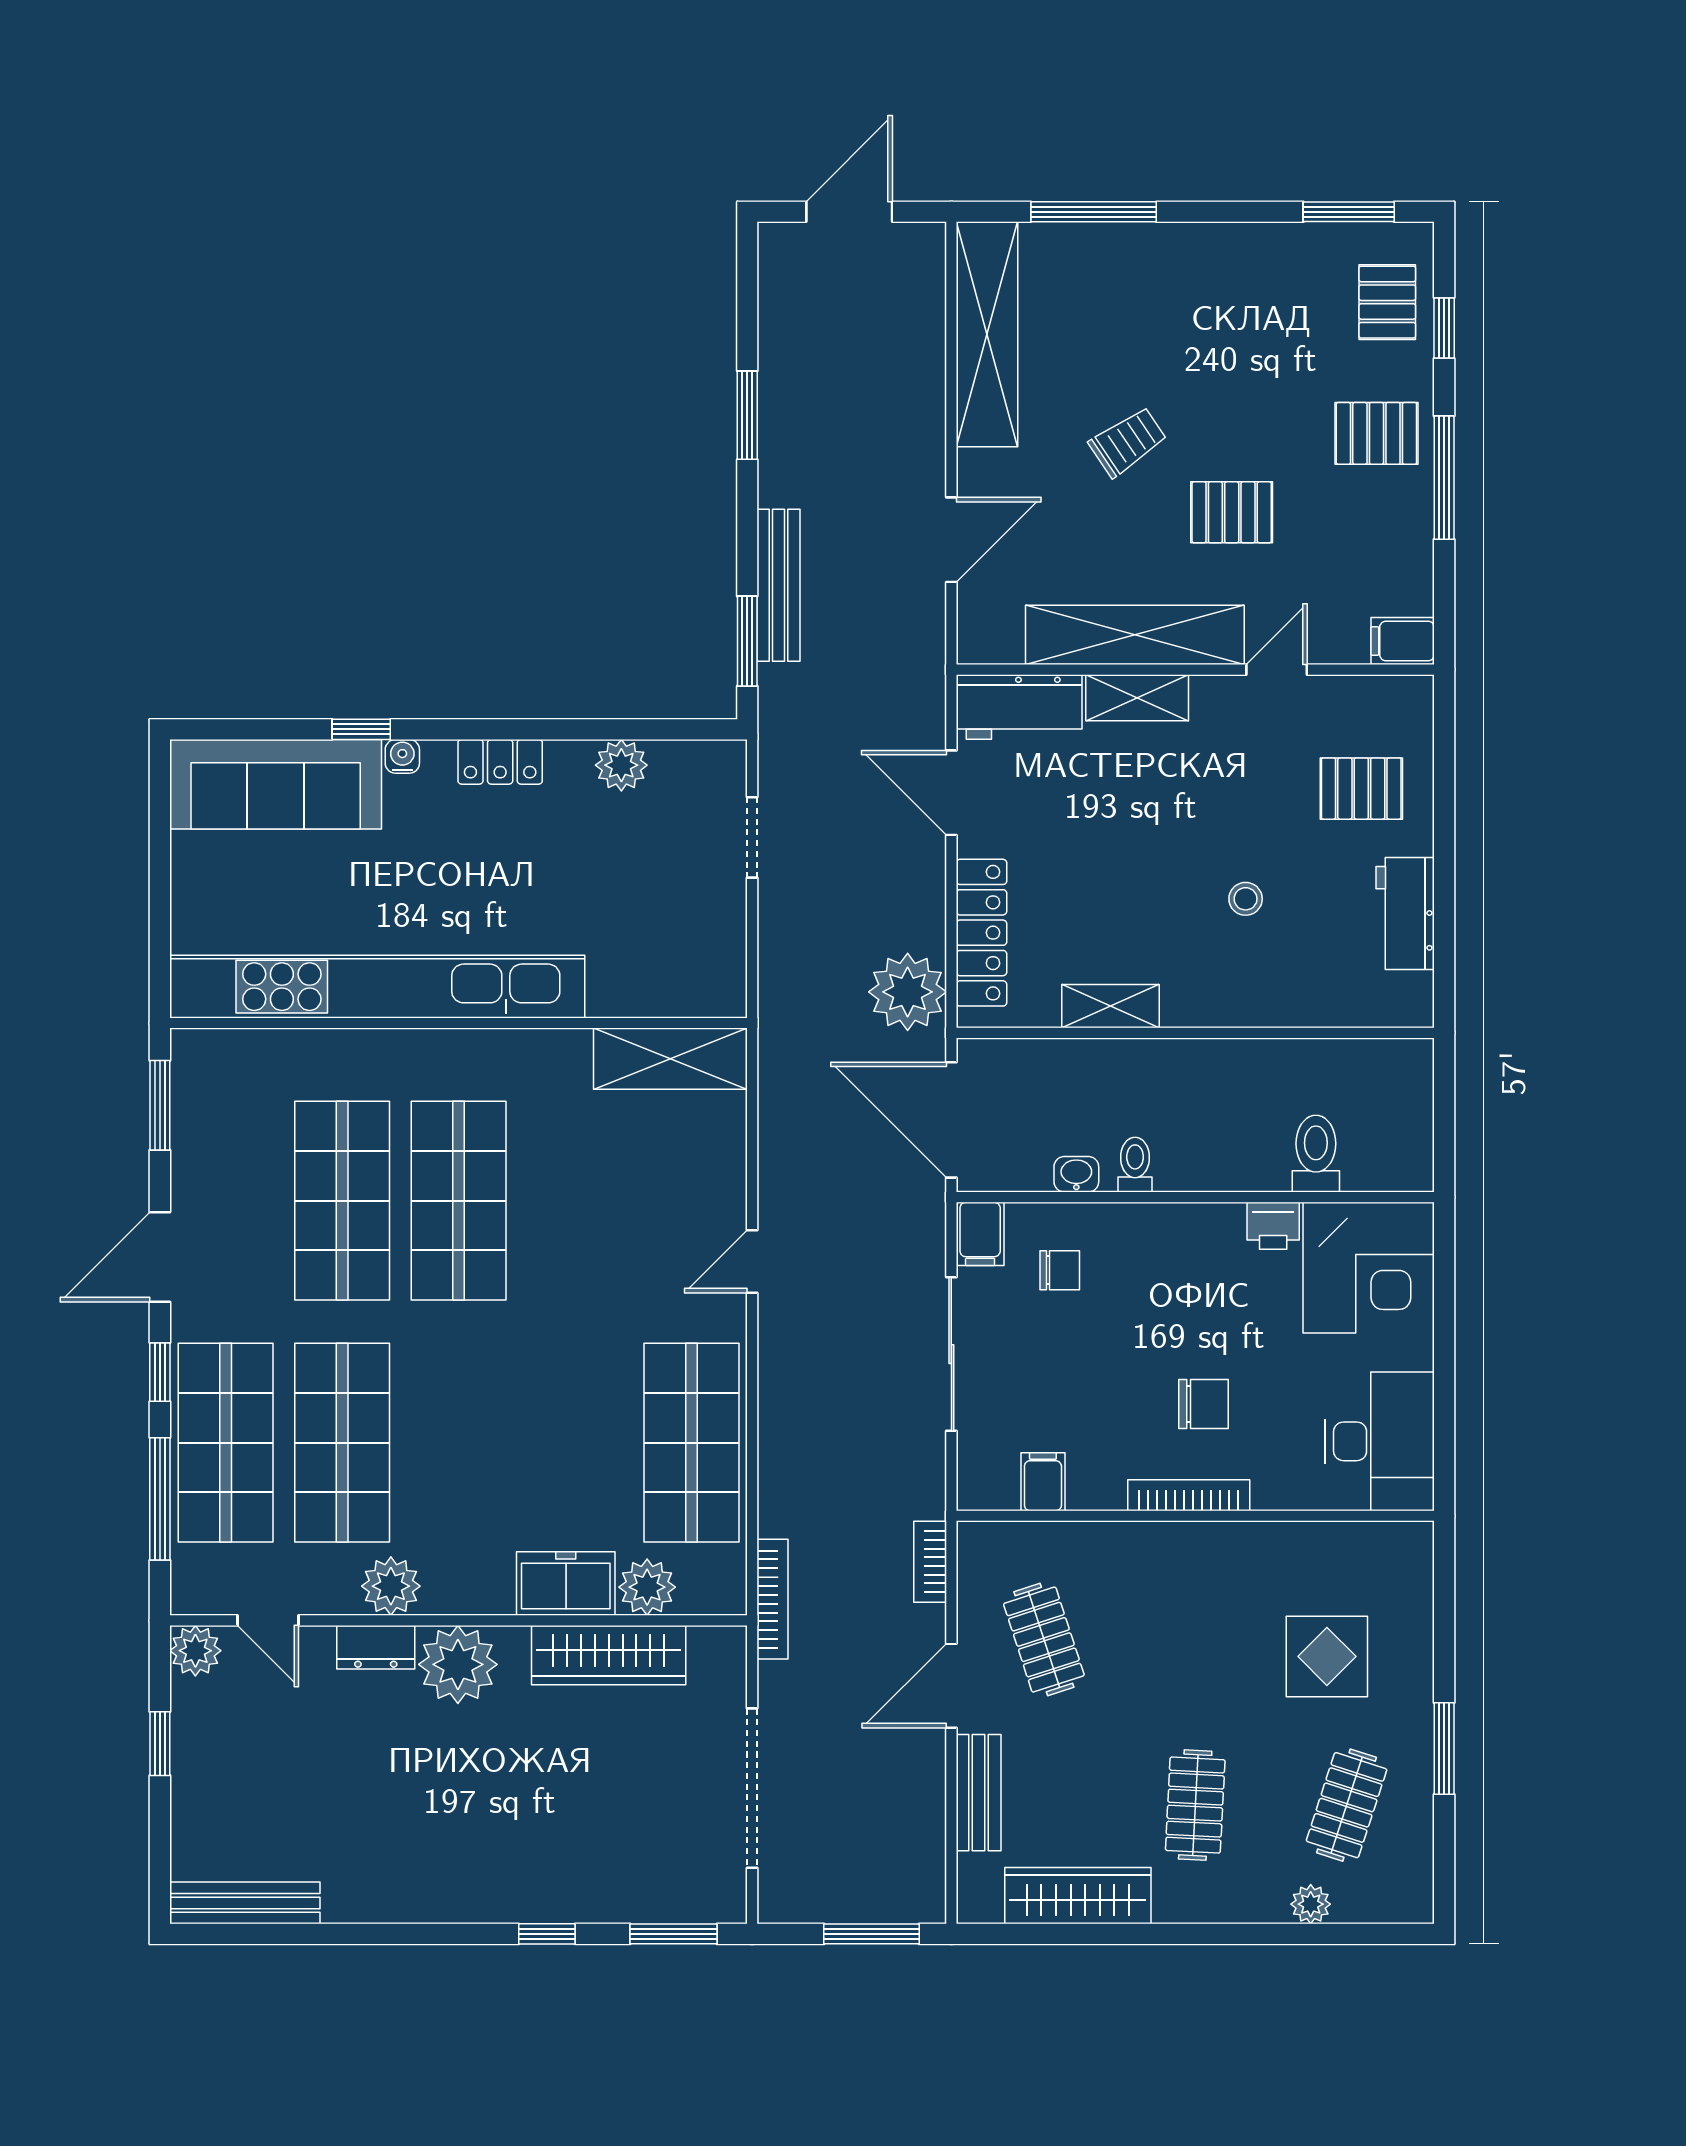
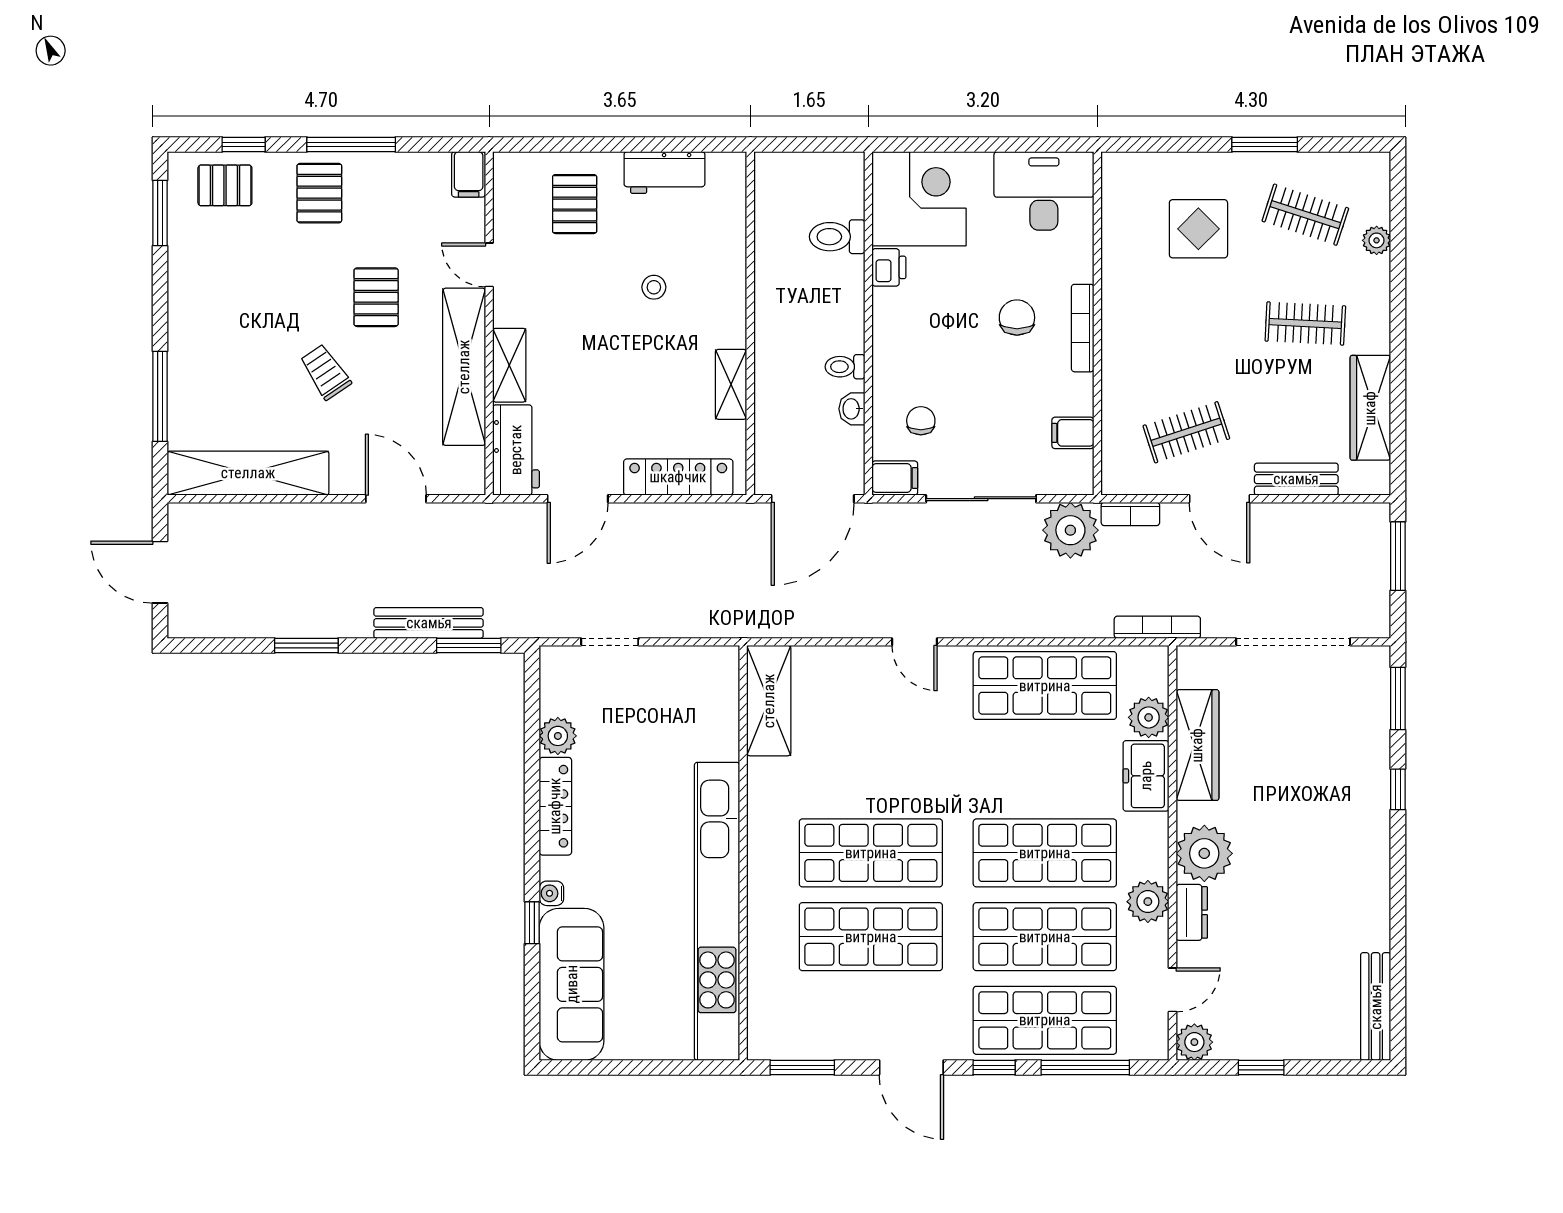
locker: (500, 762) -> (555, 806), width x1.53
plant: (908, 992) -> (1070, 530), moved
shop shelf: (459, 1443) -> (1045, 853), added

